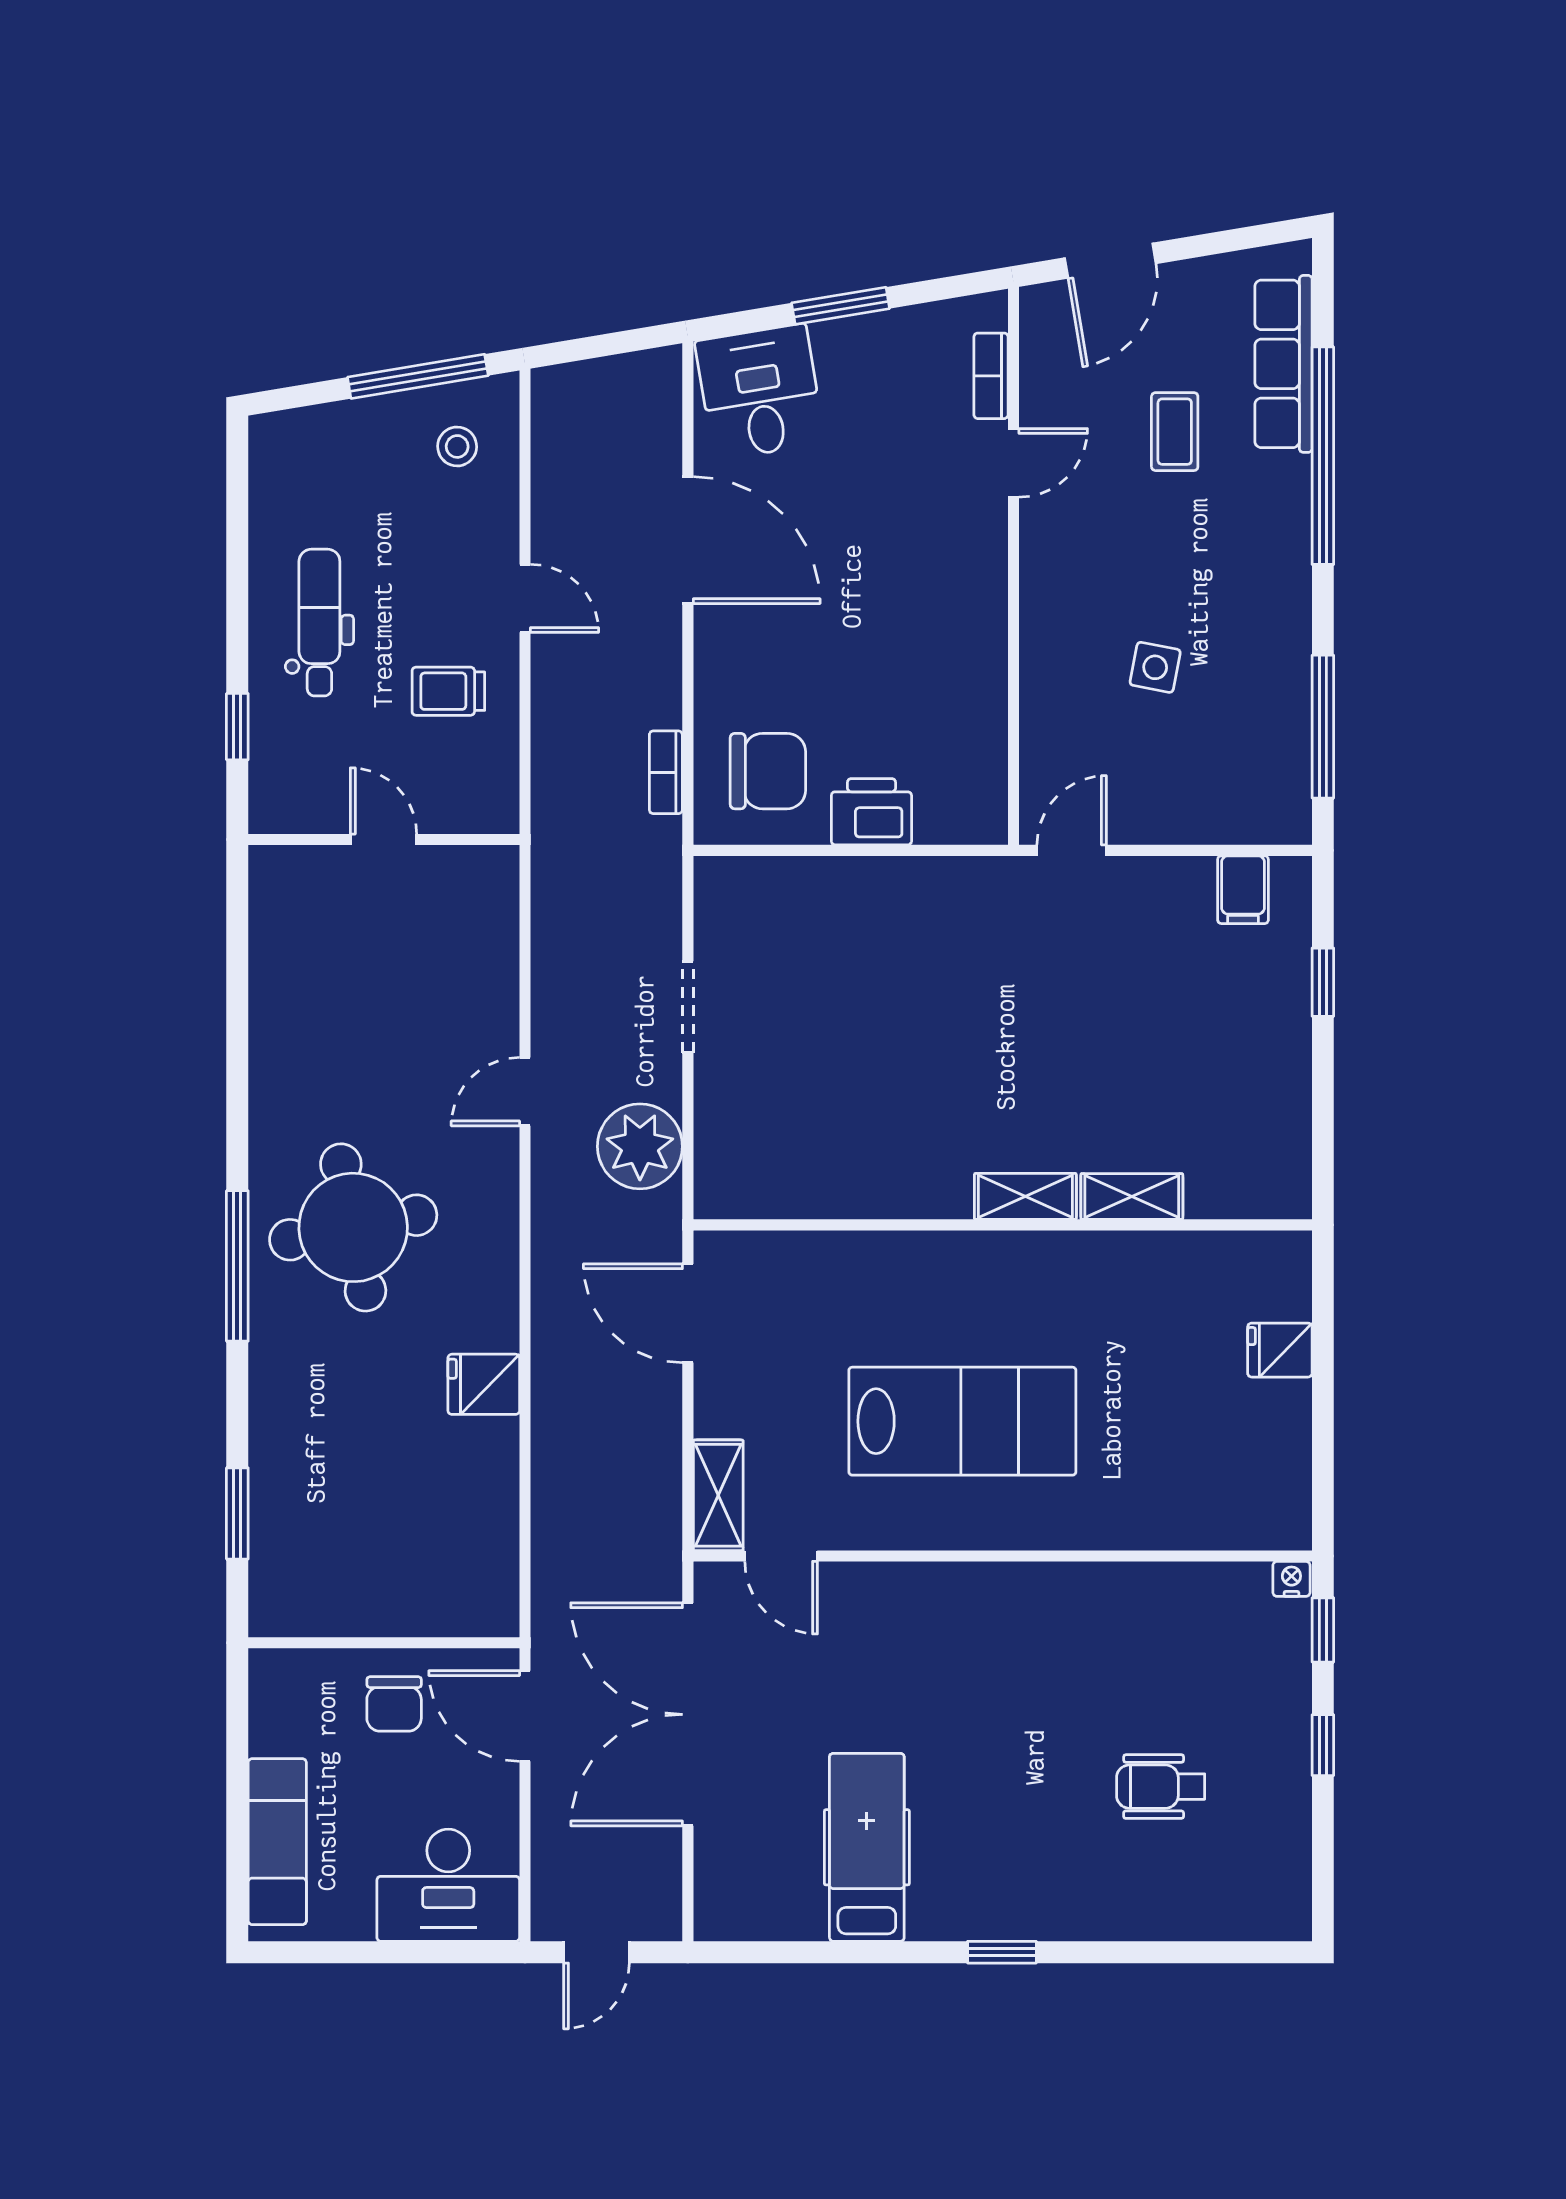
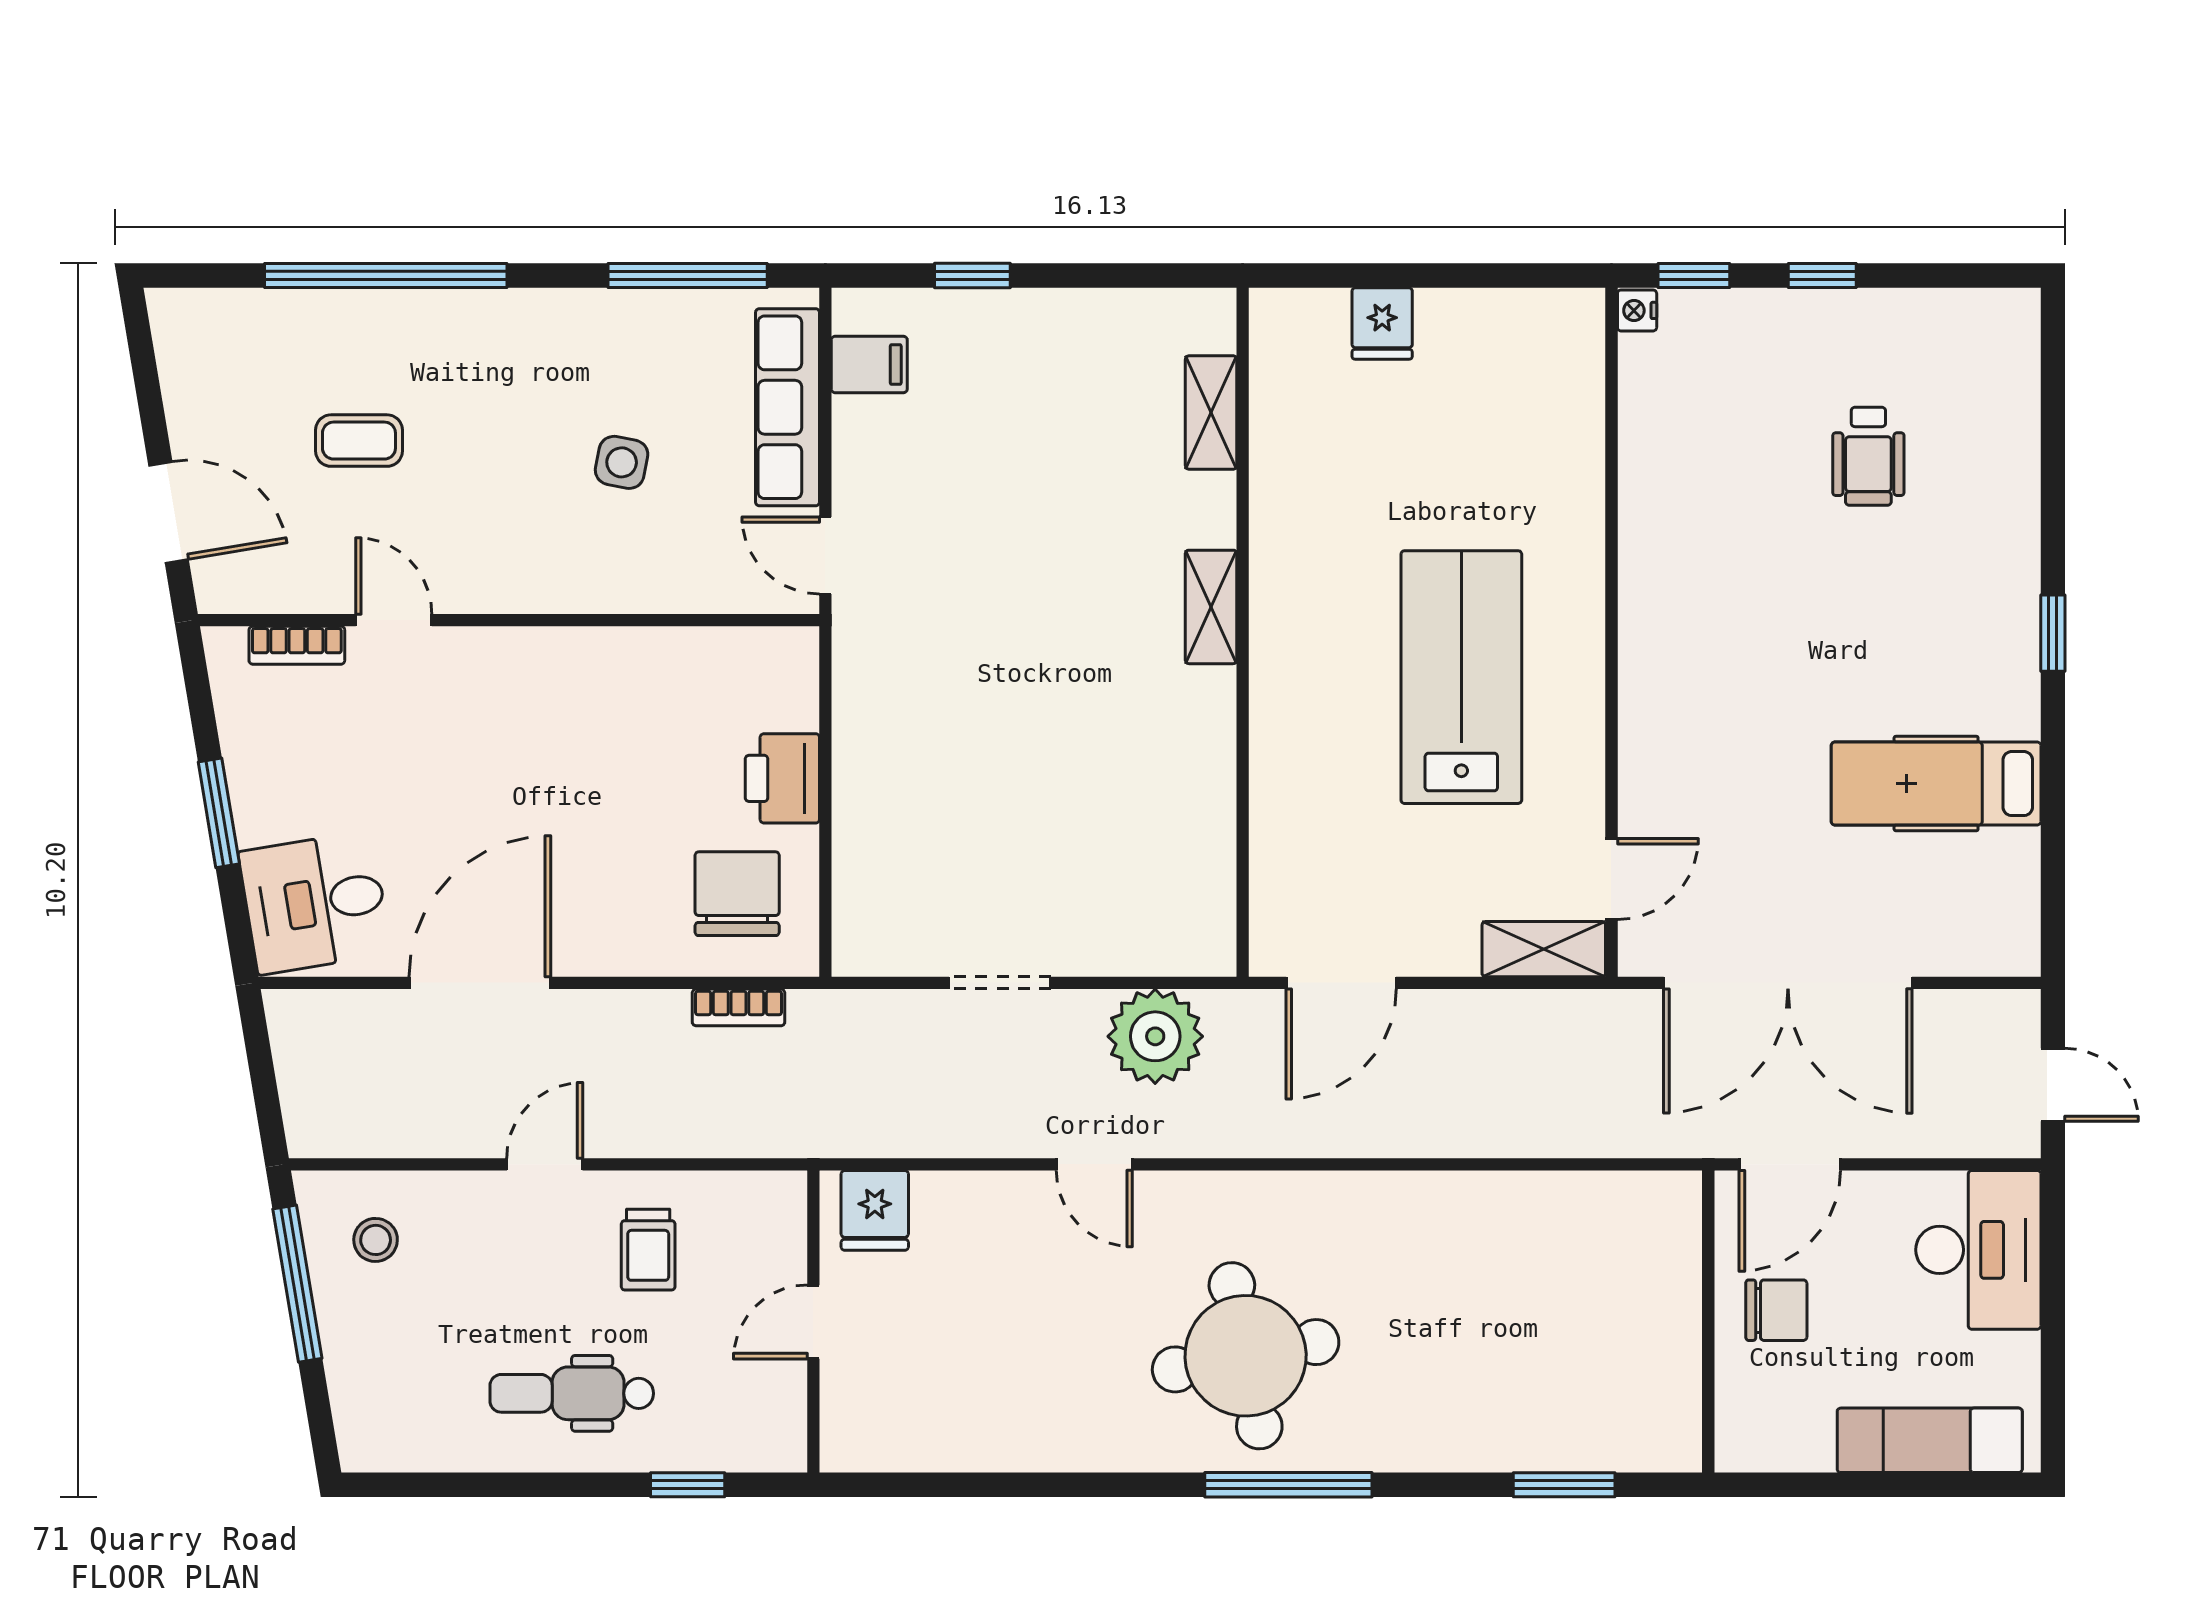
row of seats: (1283, 364) -> (788, 407), moved, turned 90
shelving: (1132, 1196) -> (1211, 412), moved
fridge: (484, 1384) -> (875, 1210), moved

